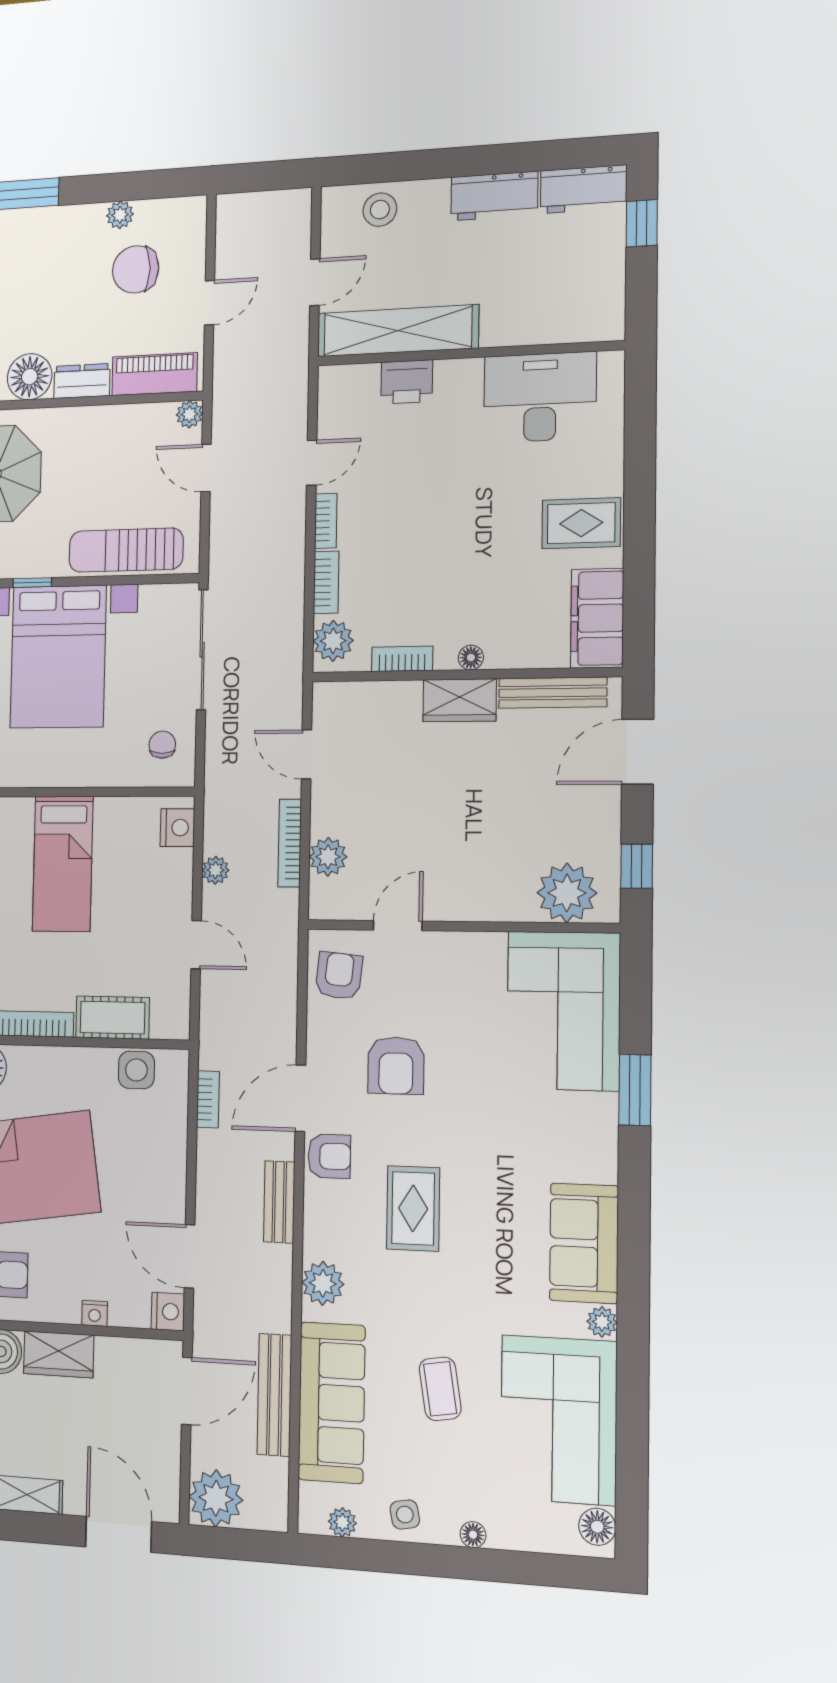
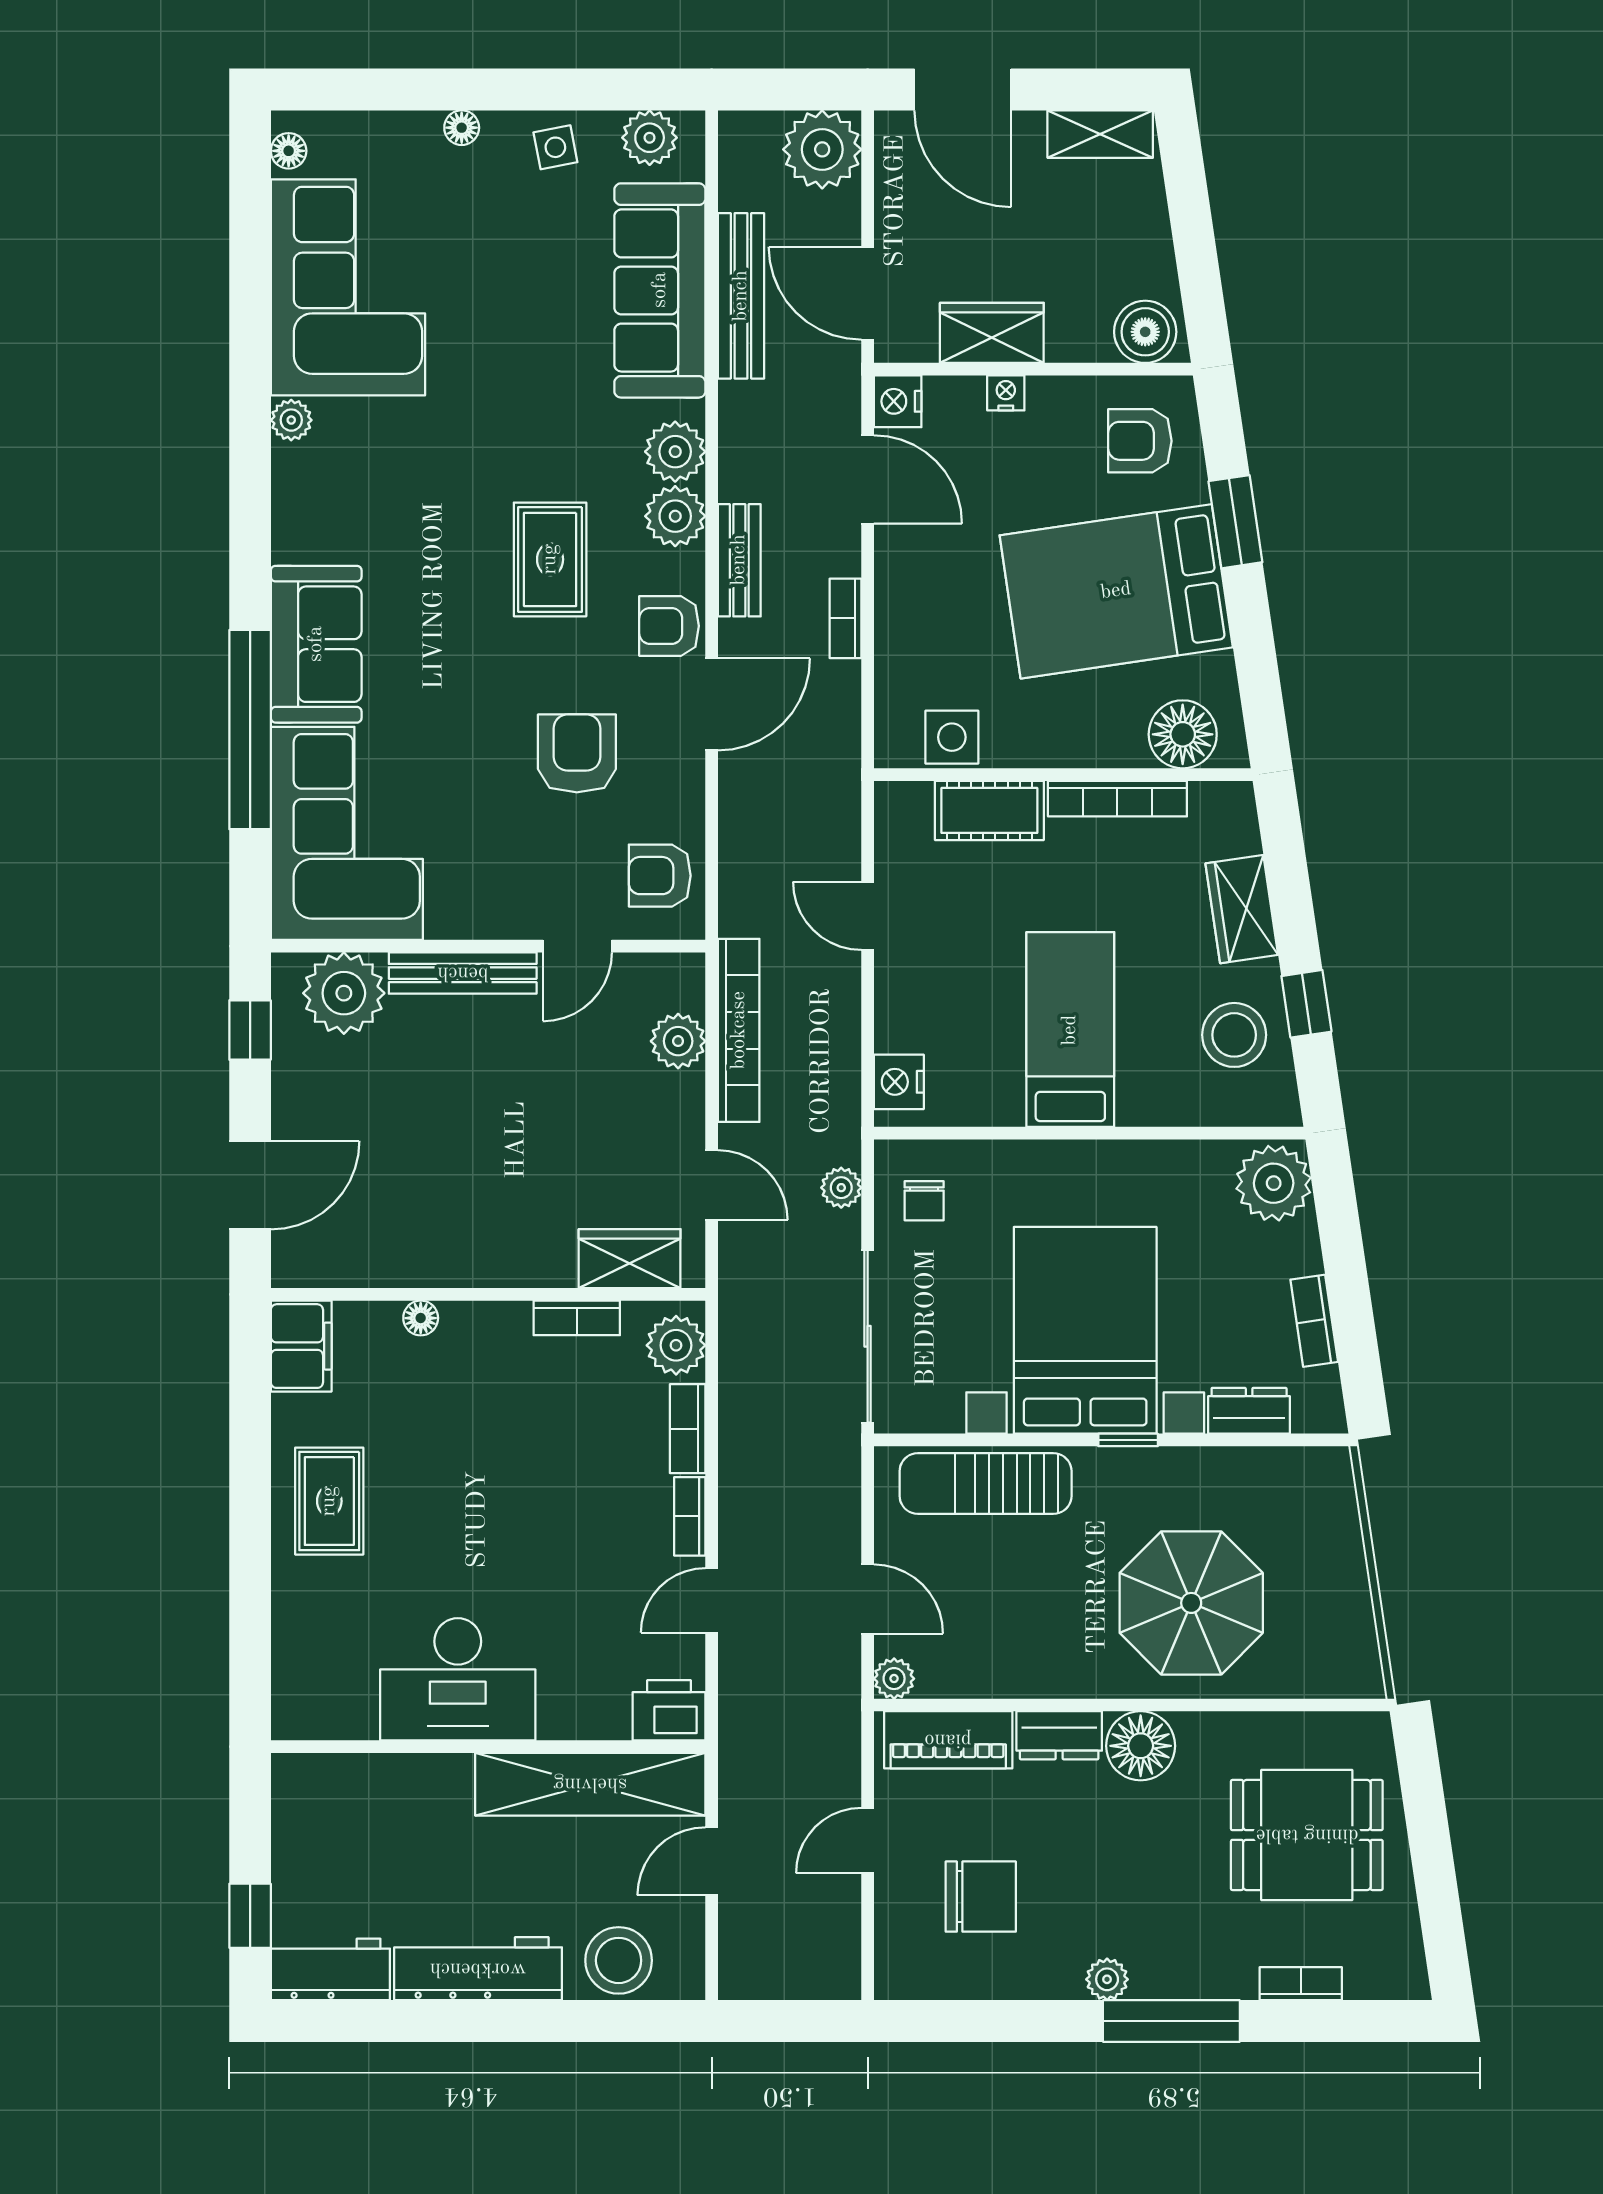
workbench: (494, 196) -> (478, 1969), width x1.38
stool: (380, 210) -> (619, 1960), width x1.38, depth x1.38
plant: (120, 215) -> (1107, 1979), moved
printer: (407, 382) -> (669, 1710), moved
desk: (540, 397) -> (458, 1679), moved
rug: (581, 523) -> (329, 1501), turned 90
sun lounger: (126, 550) -> (986, 1484), turned 180
filing cabinet: (597, 618) -> (301, 1346), width x0.67, depth x0.86
floor lamp: (471, 658) -> (421, 1318), moved
bench: (553, 693) -> (463, 973), moved
wardrobe: (460, 700) -> (630, 1259), moved
bookcase: (290, 843) -> (739, 1030), width x1.48, depth x1.31
plant: (215, 870) -> (841, 1188), moved
armchair: (339, 976) -> (660, 876), turned 84
window: (635, 1090) -> (250, 730), width x2.11
bookcase: (208, 1099) -> (845, 618), moved
plant: (324, 1236) -> (675, 516), added
sofa: (584, 1243) -> (316, 644), moved
wardrobe: (59, 1354) -> (992, 333), moved
coffee table: (440, 1389) -> (509, 318), removed
door: (187, 1391) -> (868, 293), hinge flipped
plant: (342, 1522) -> (650, 138), width x1.38, depth x1.38
floor lamp: (597, 1527) -> (289, 151), width x0.73, depth x0.73

